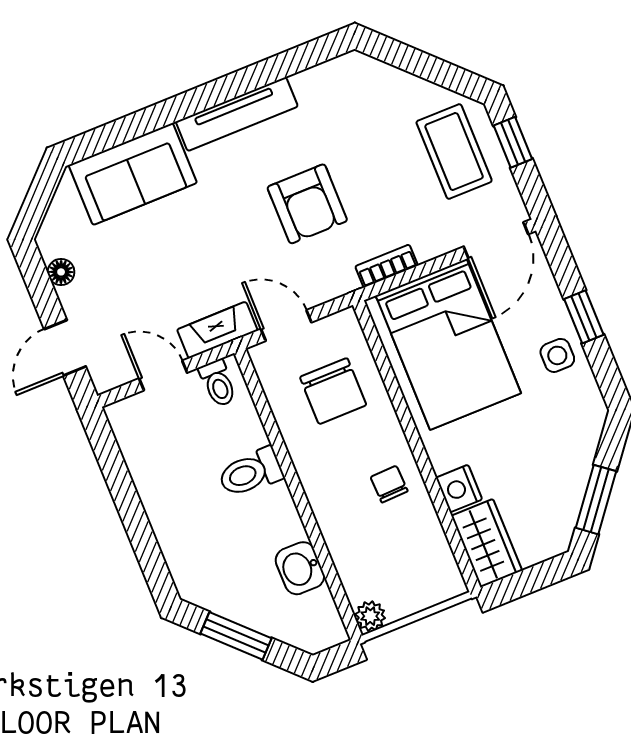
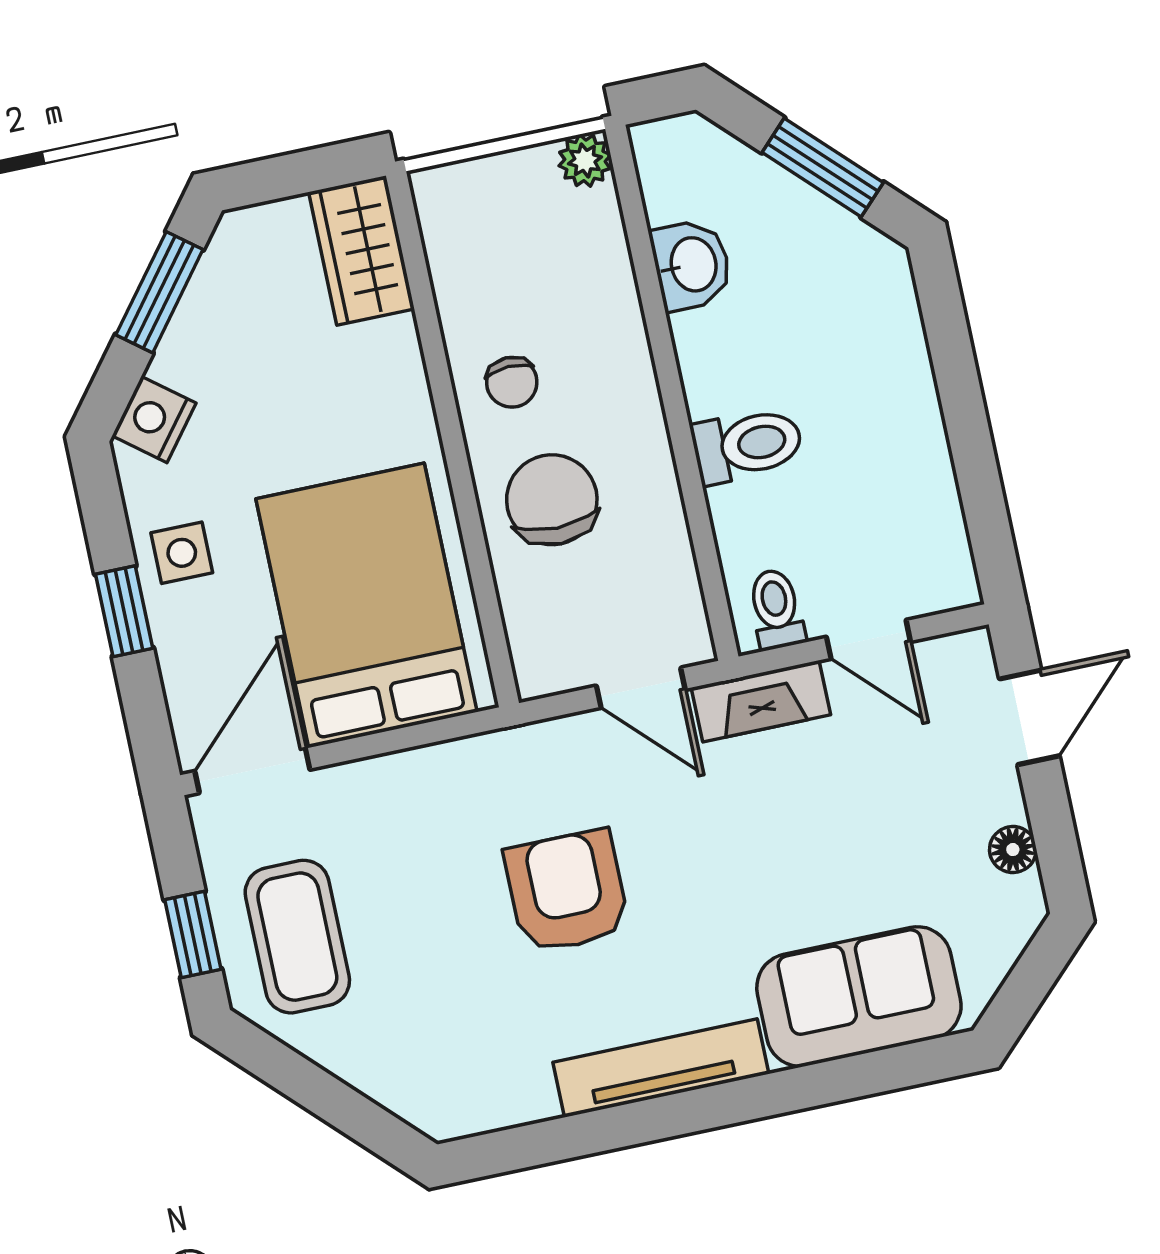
bookcase: (386, 266) -> (449, 760), removed
chair: (333, 391) -> (552, 500), moved
nightstand: (459, 489) -> (154, 419), moved, turned -142

